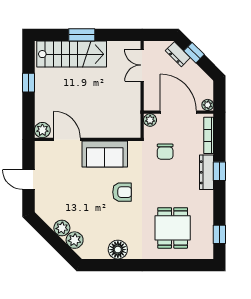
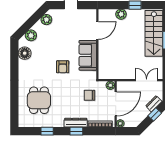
plant: (42, 130) -> (121, 14), moved
plant: (62, 228) -> (46, 20), moved
dining table: (173, 228) -> (39, 100), turned 90
window: (219, 234) -> (47, 131), moved
floor lamp: (118, 250) -> (25, 53), moved

